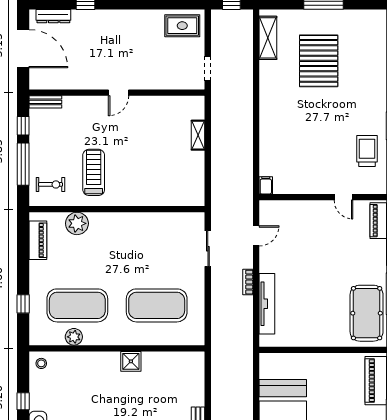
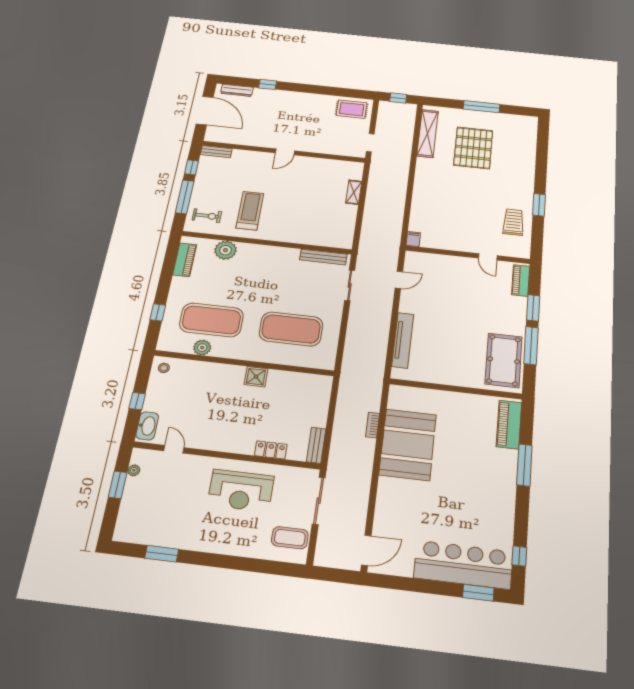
shelving: (268, 38) -> (427, 133), width x1.47
bench: (177, 219) -> (323, 257), added
bookcase: (248, 282) -> (373, 425), moved

